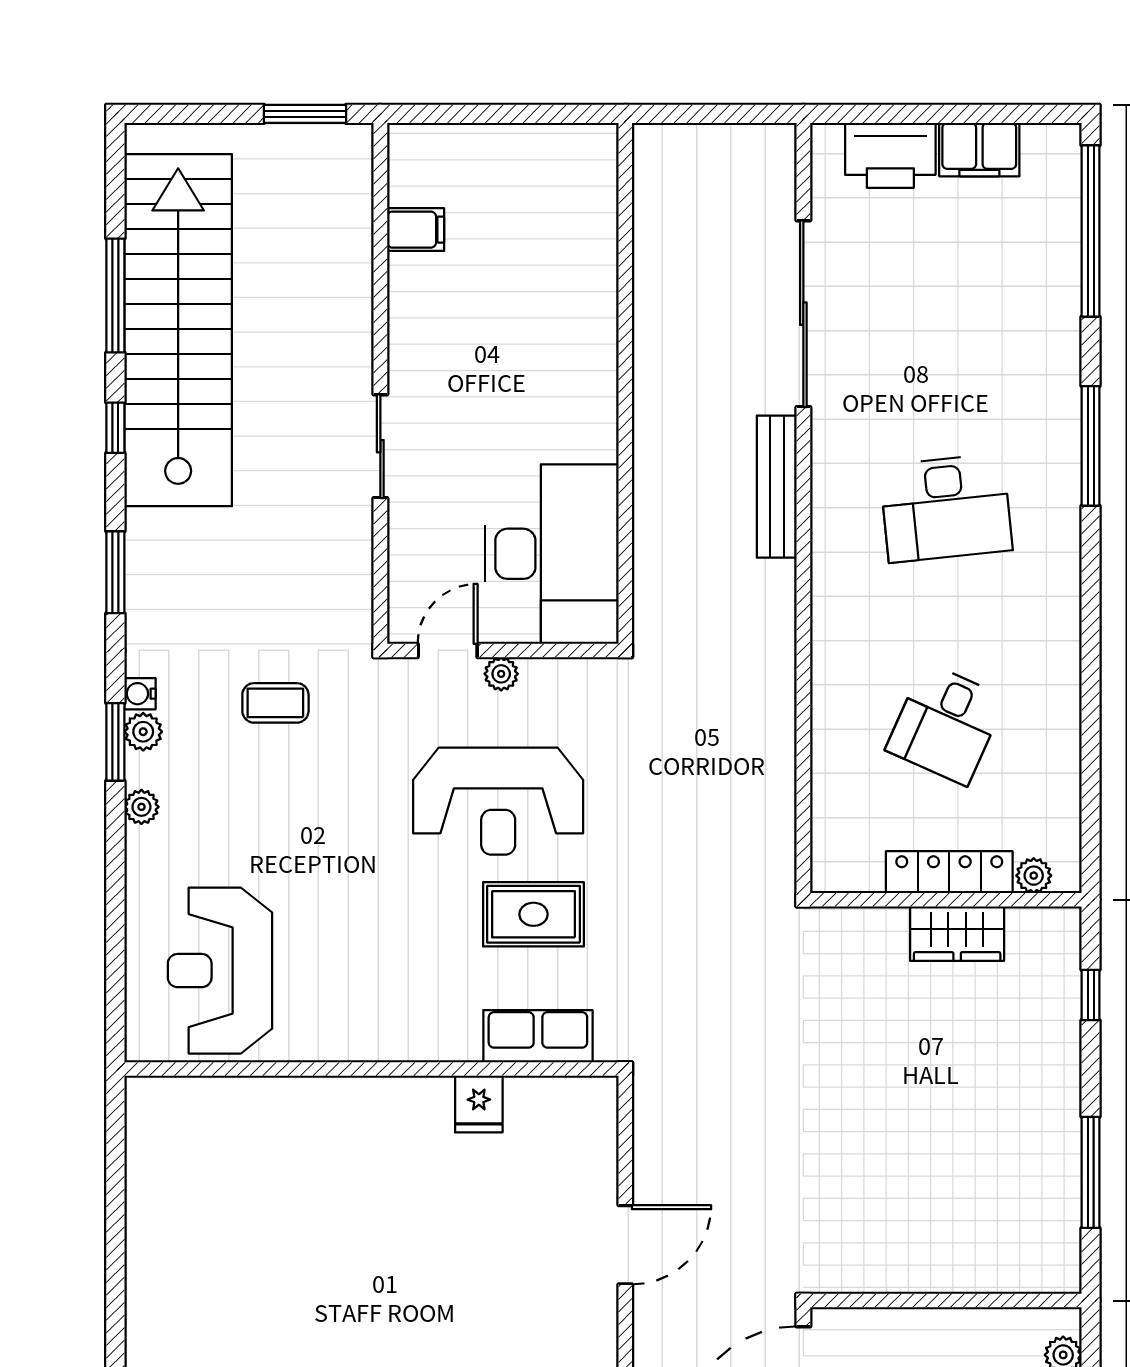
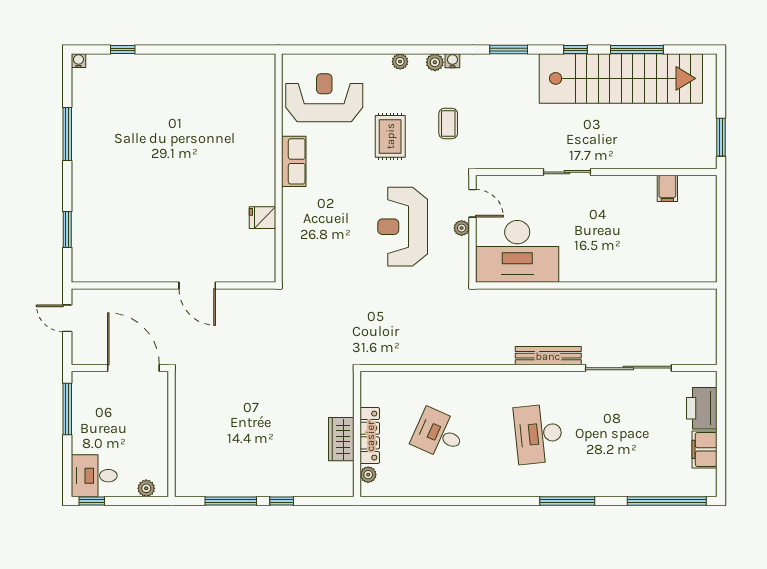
window: (115, 742) -> (430, 49), removed
rug: (534, 914) -> (390, 136), moved
window: (1091, 995) -> (282, 501), moved
row of seats: (538, 1036) -> (294, 161), moved

